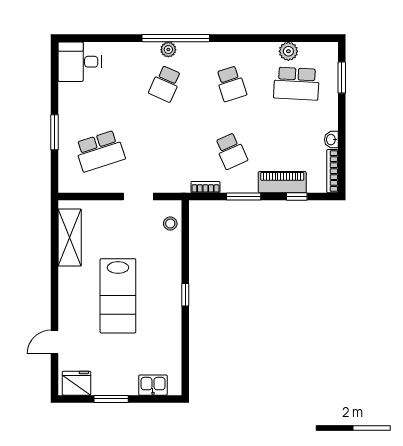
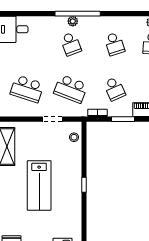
school desk: (165, 84) -> (71, 44), turned -45
school desk: (100, 151) -> (27, 89), turned 36
school desk: (165, 151) -> (71, 89), added

